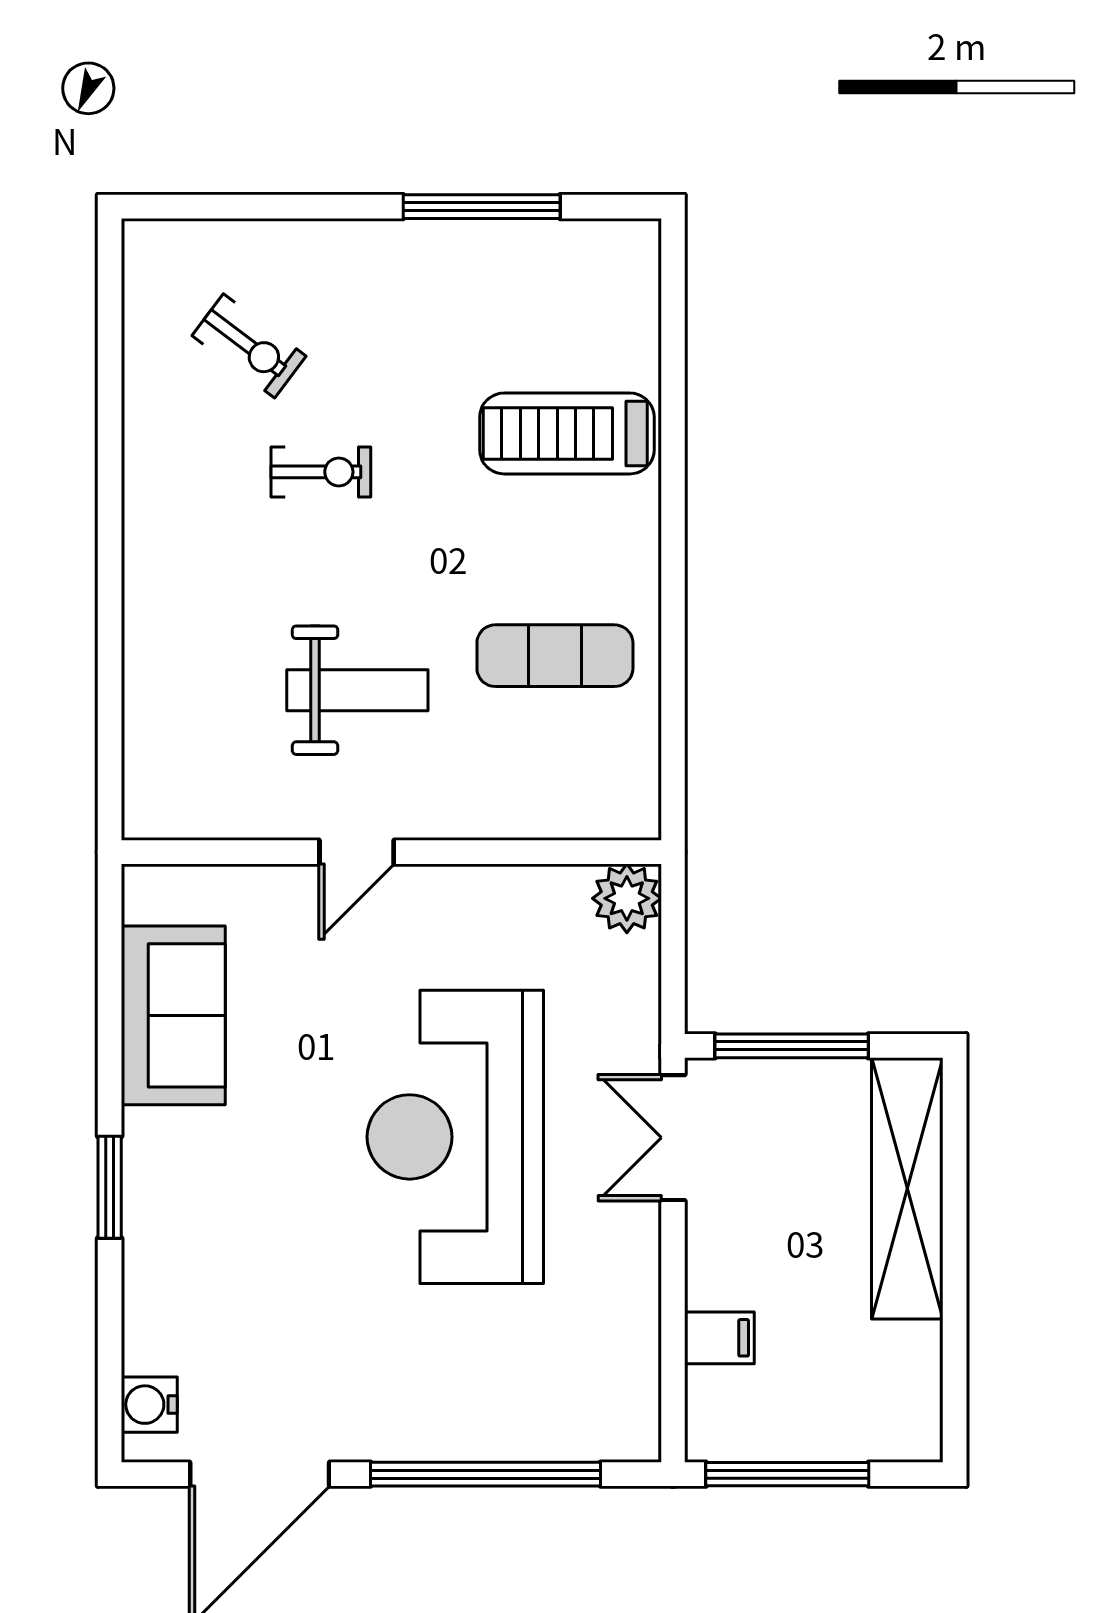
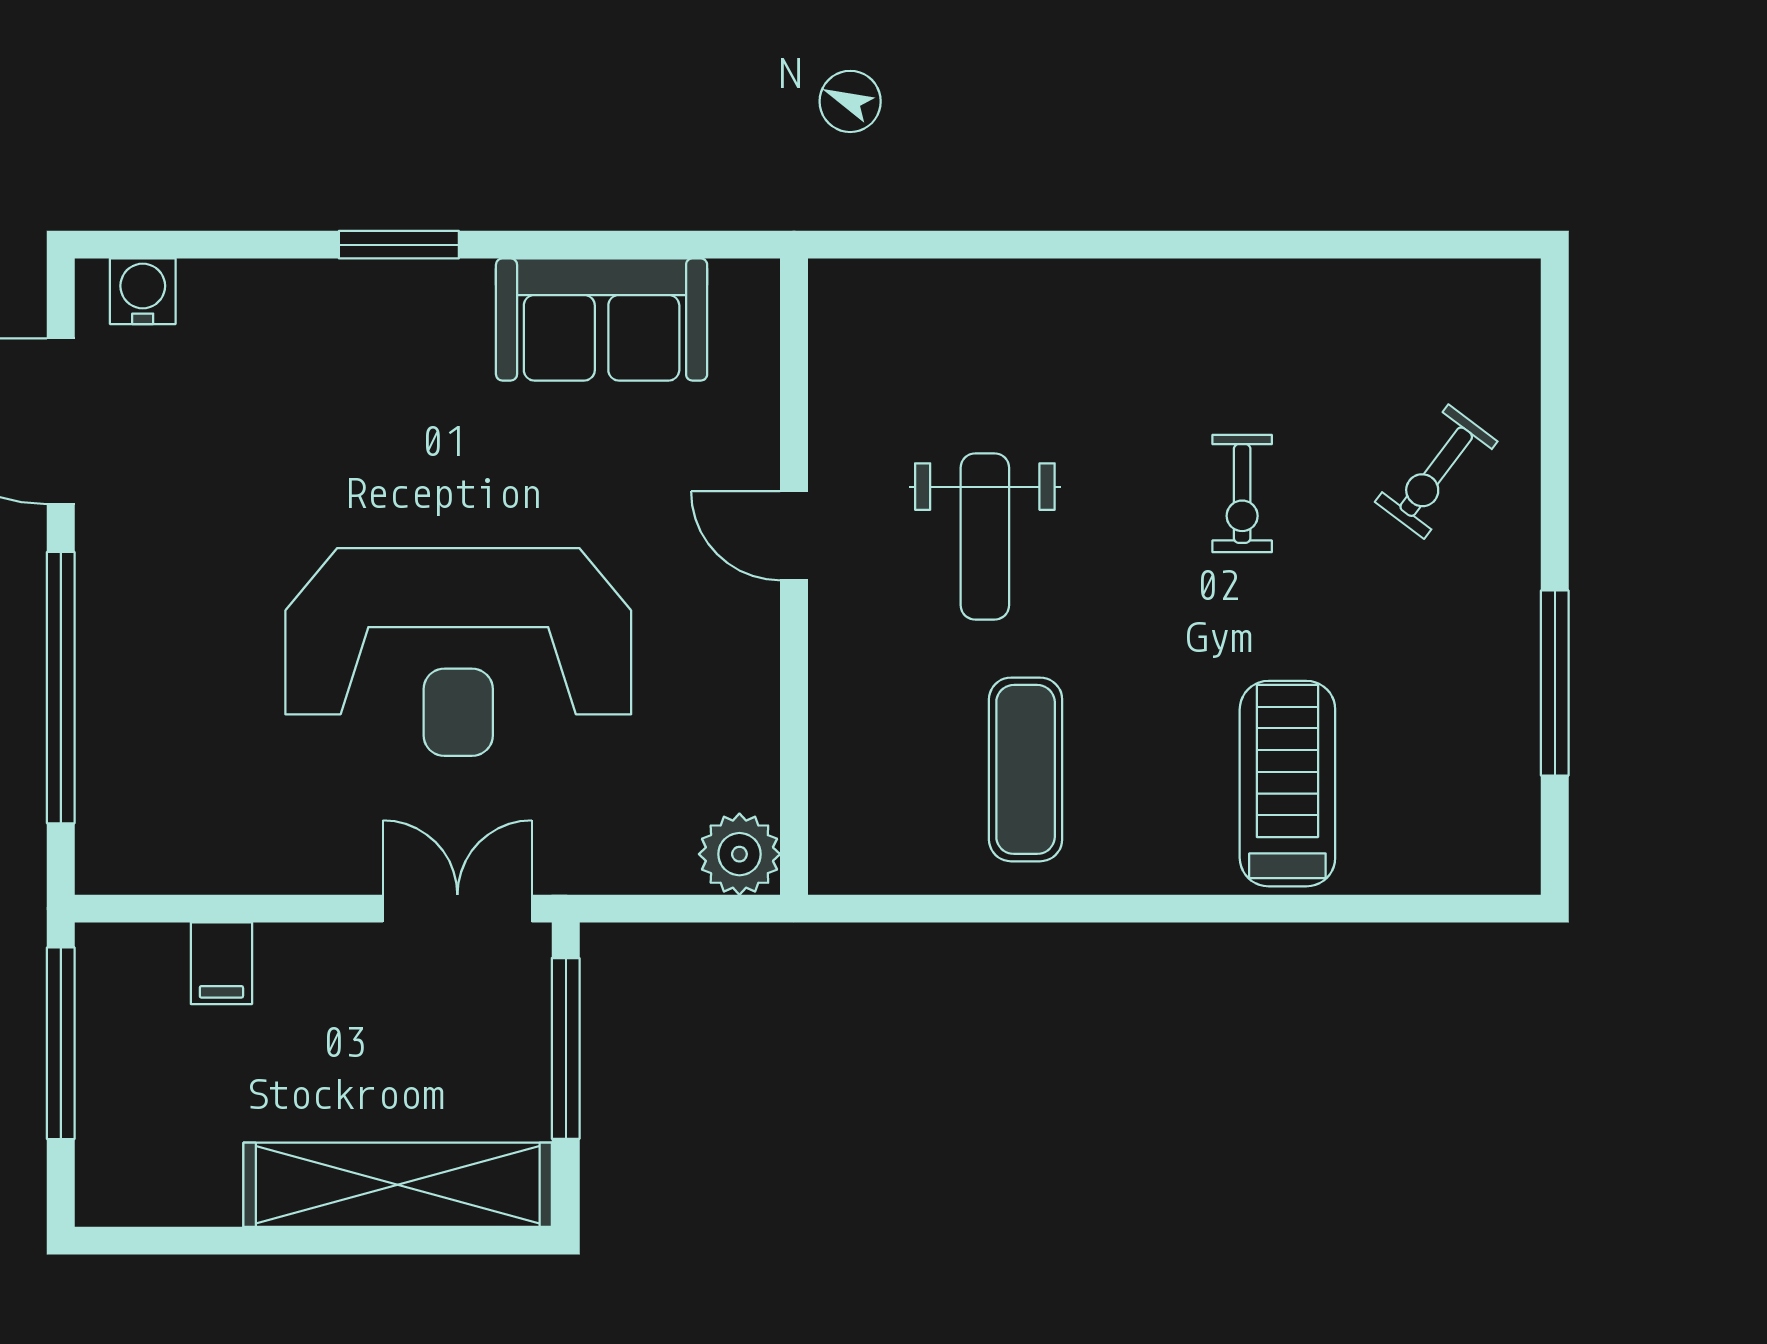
exercise bike: (249, 346) -> (1436, 472), moved
reception desk: (455, 1137) -> (458, 652), turned 180

